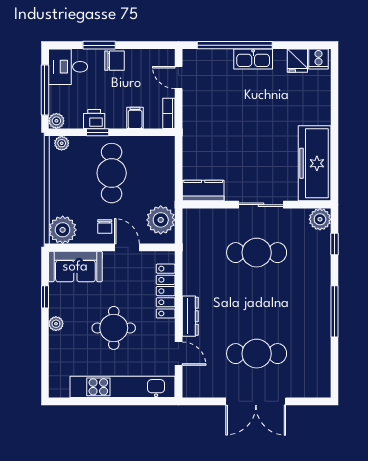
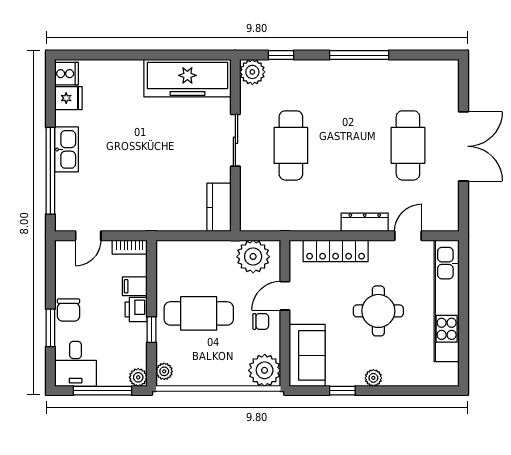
chair: (115, 61) -> (68, 310), turned 180
printer: (94, 119) -> (136, 309), moved

